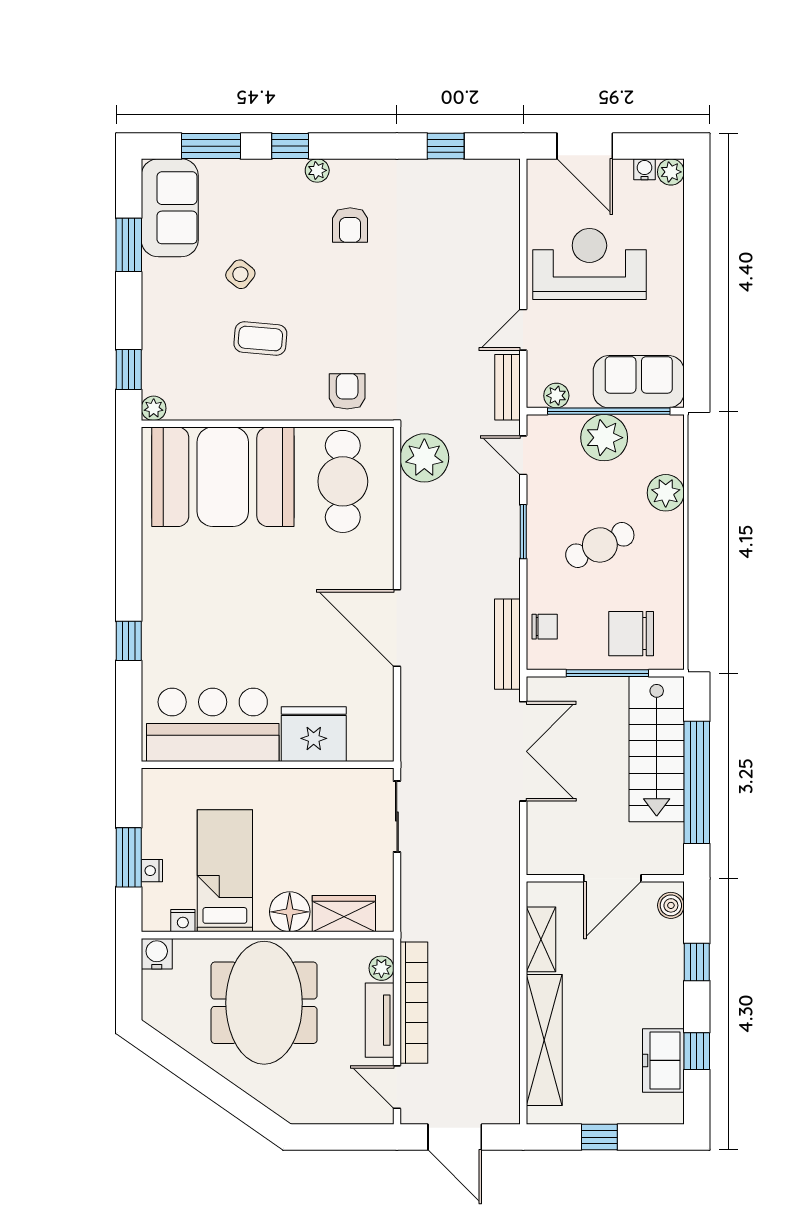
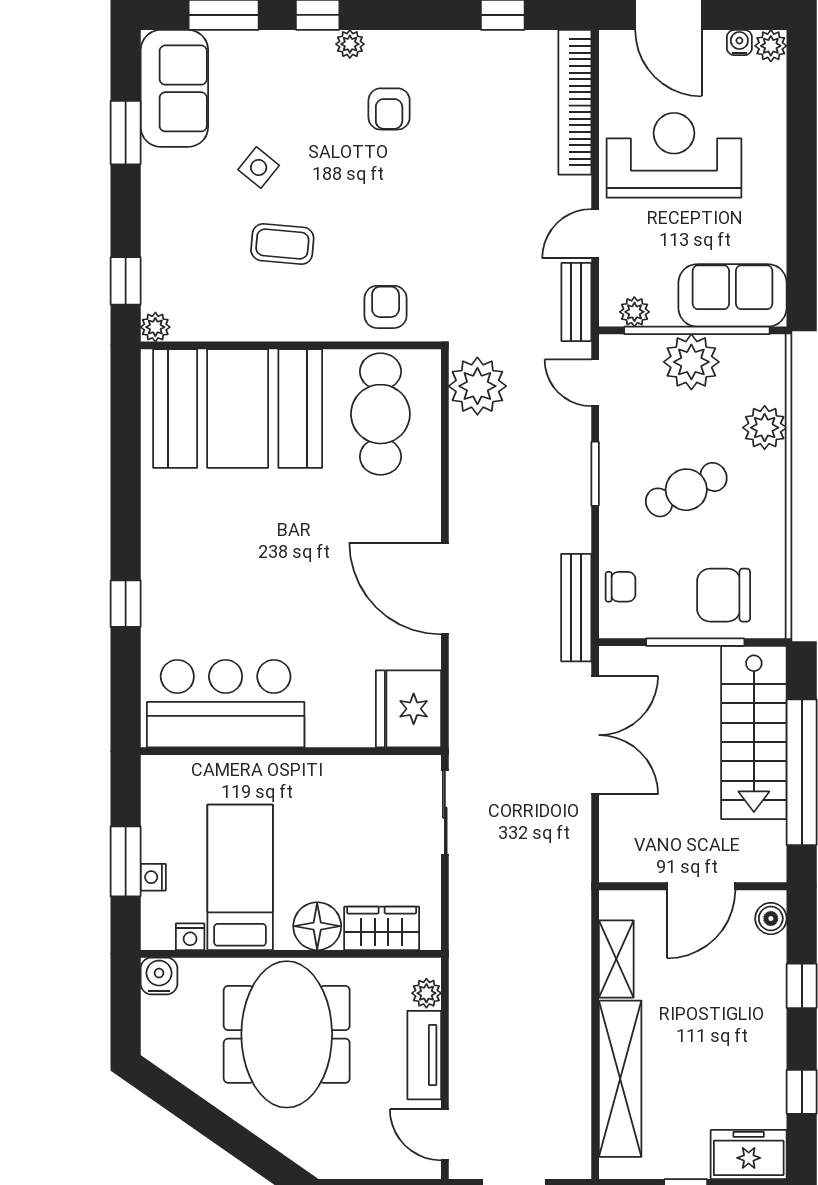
fridge: (314, 734) -> (408, 709), moved, turned -90
bookcase: (414, 1003) -> (575, 102), moved, turned 180
freezer: (663, 1060) -> (749, 1155), moved, turned 90

